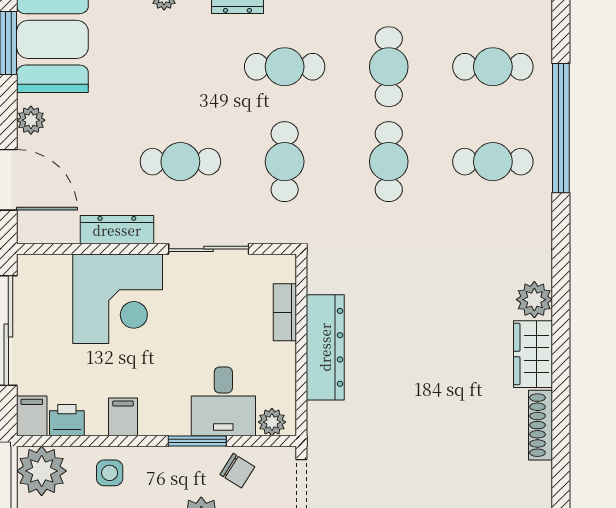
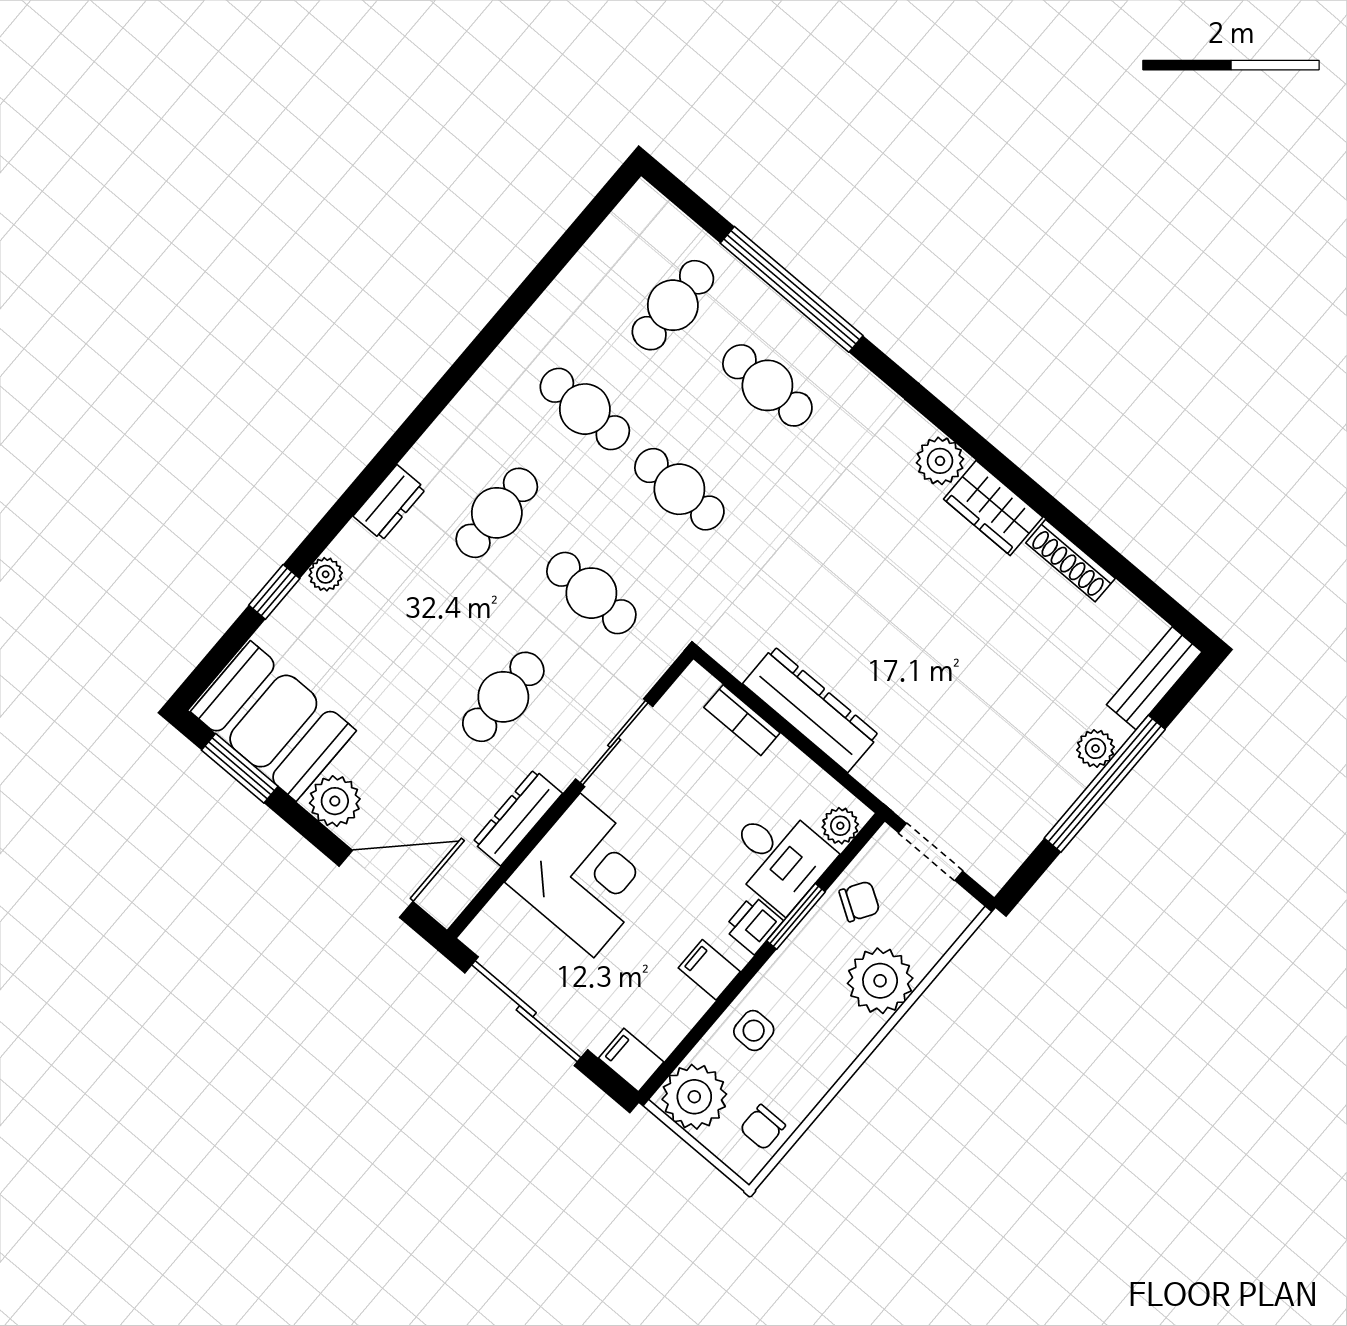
plant: (31, 120) -> (335, 801), width x1.38, depth x1.38
cafe table: (493, 162) -> (767, 385), turned 90
printer: (67, 420) -> (753, 925), moved

